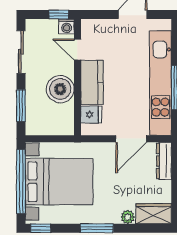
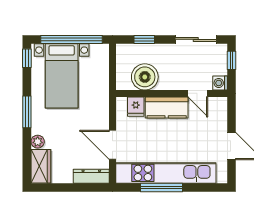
window: (59, 14) -> (231, 60), moved
door: (77, 50) -> (198, 93), swing flipped
boiler: (60, 89) -> (145, 77), moved
window: (21, 106) -> (144, 39), width x0.67
bed with nightstands: (59, 182) -> (62, 76), width x0.73

